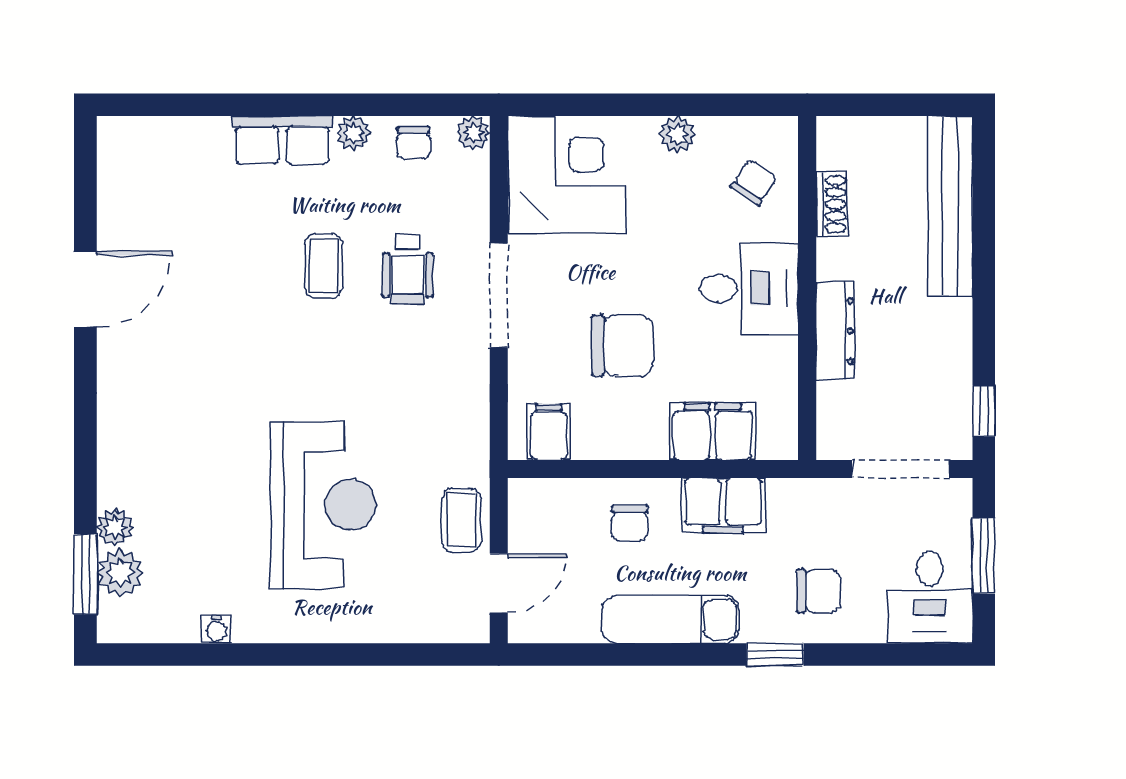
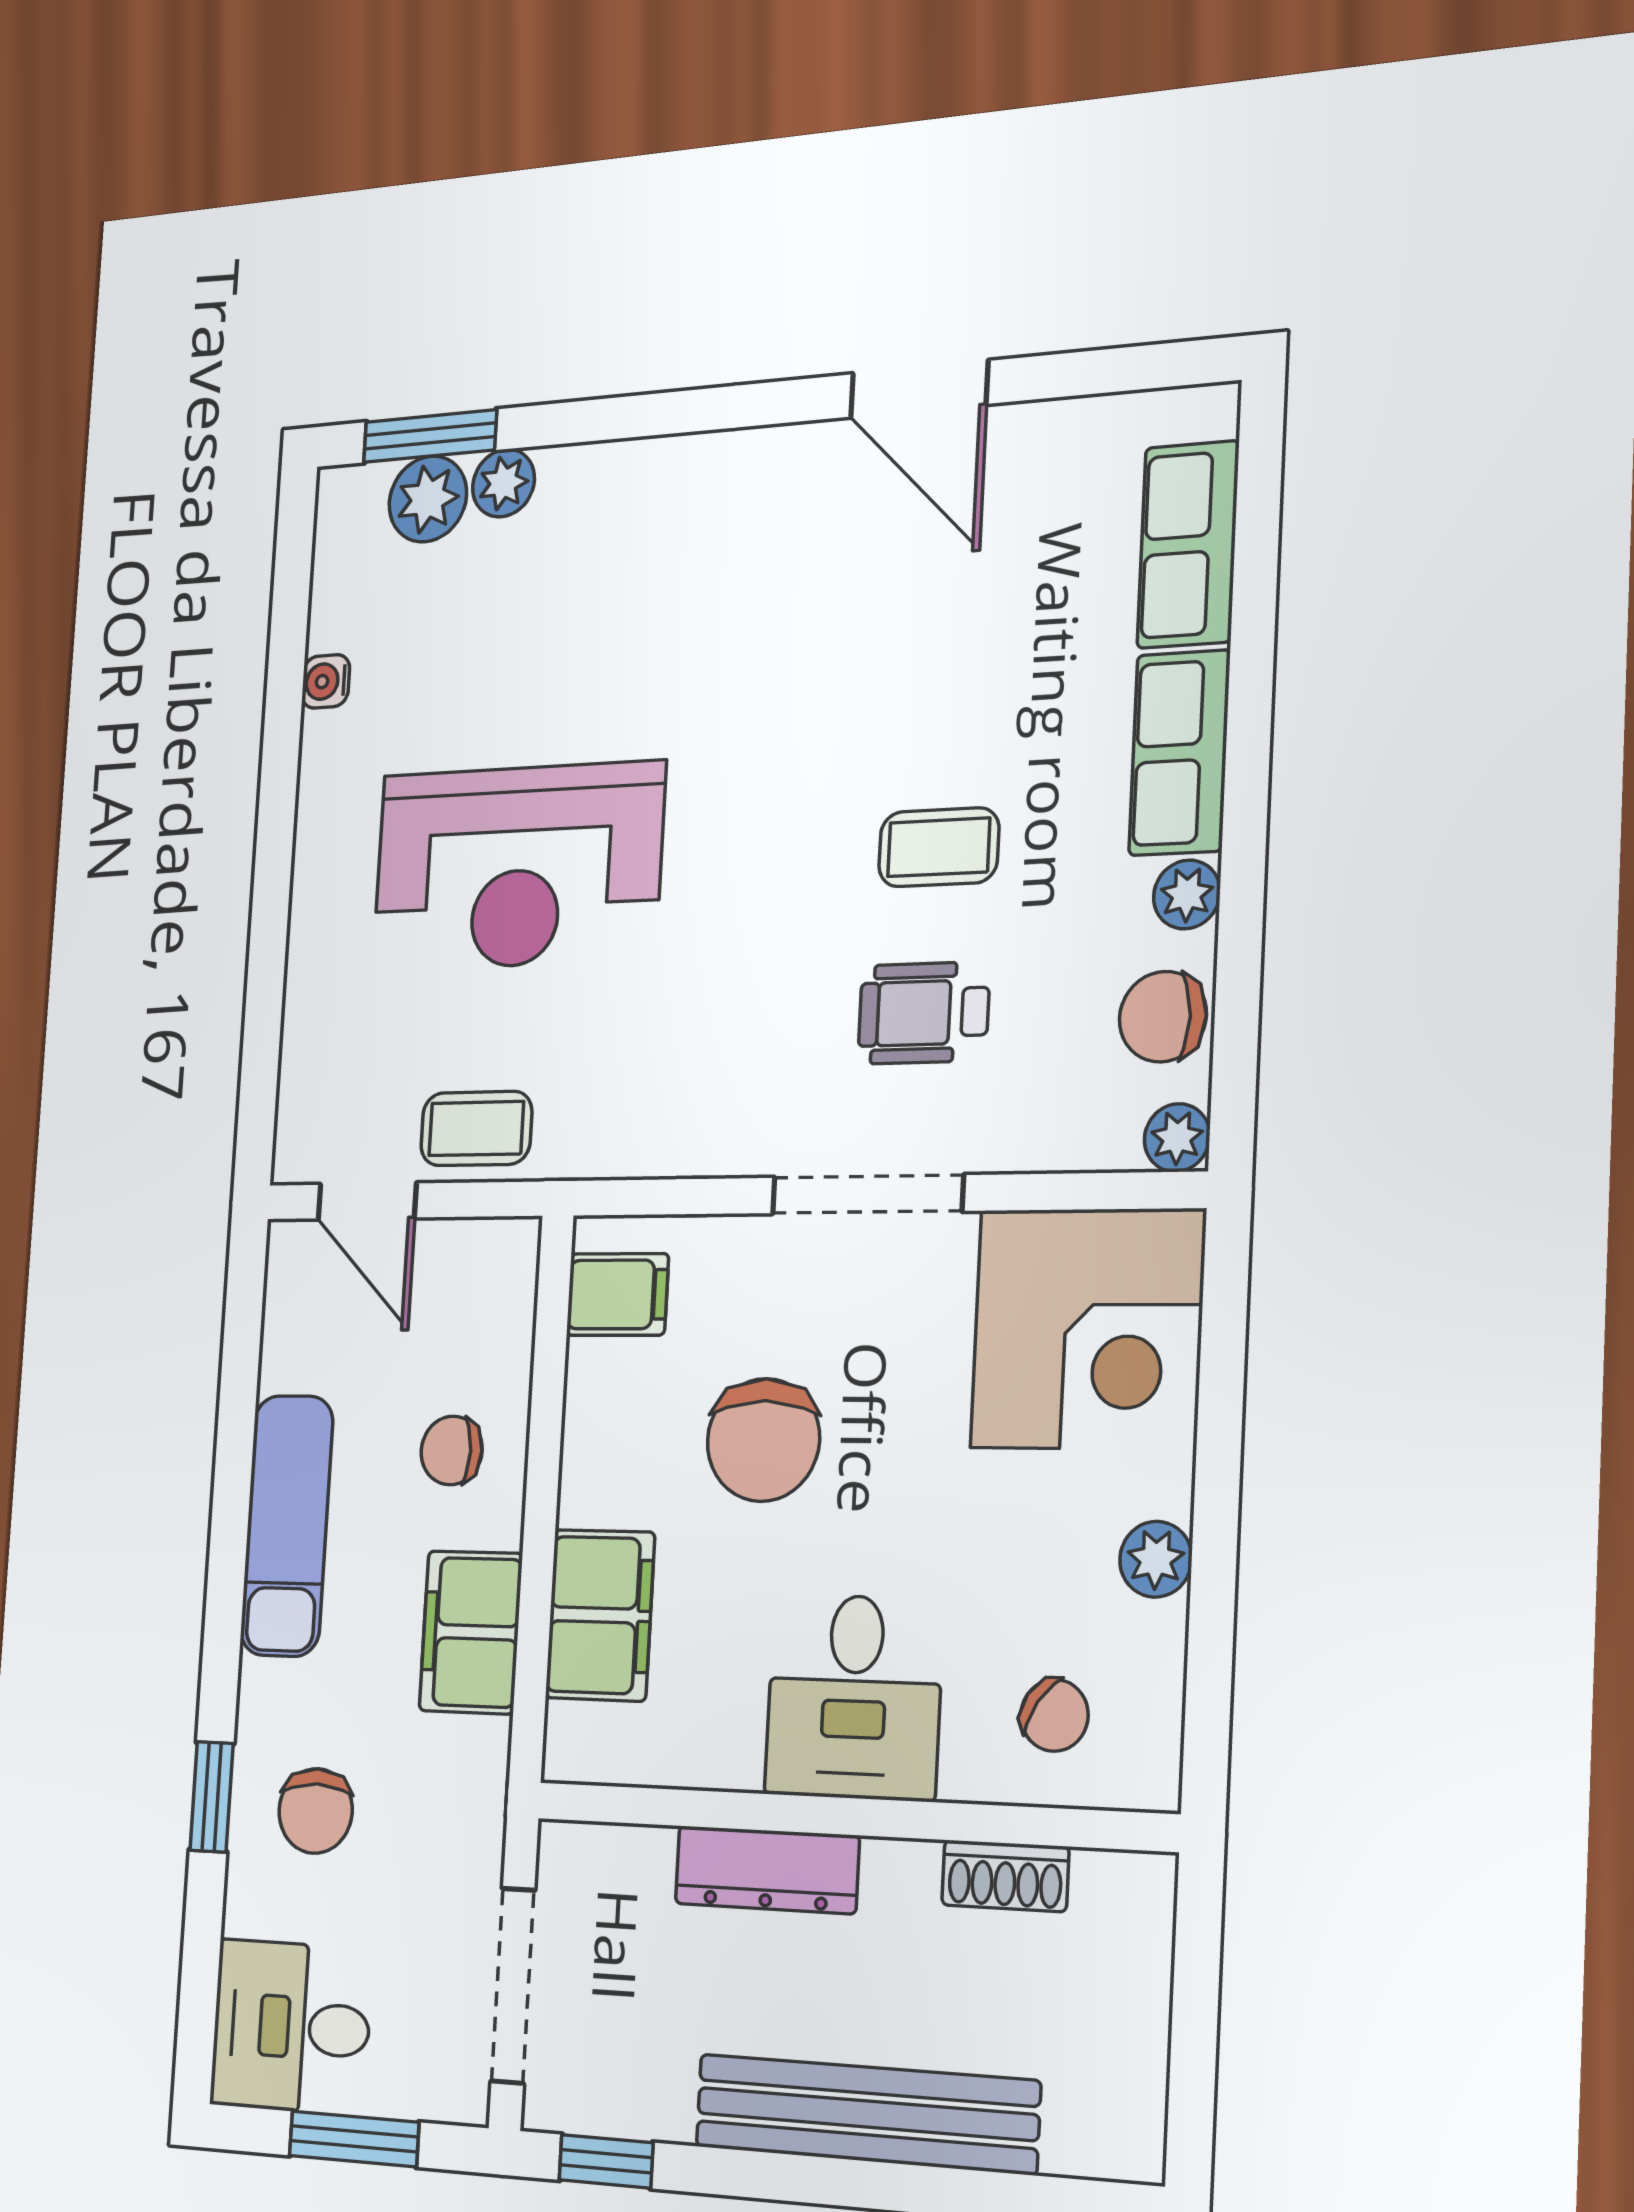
row of seats: (178, 140) -> (1188, 545), added
chair: (413, 143) -> (1163, 1017), width x1.37, depth x1.37
bench: (950, 206) -> (866, 2114), moved
window: (775, 655) -> (212, 1797), moved

